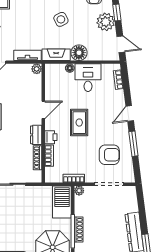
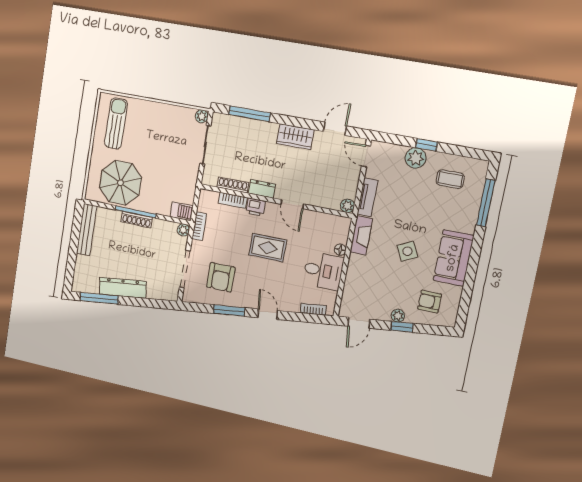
plant: (106, 22) -> (398, 316), width x0.53, depth x0.53
floor lamp: (79, 53) -> (358, 266), removed
barbecue: (62, 202) -> (182, 211), width x0.53, depth x0.65

